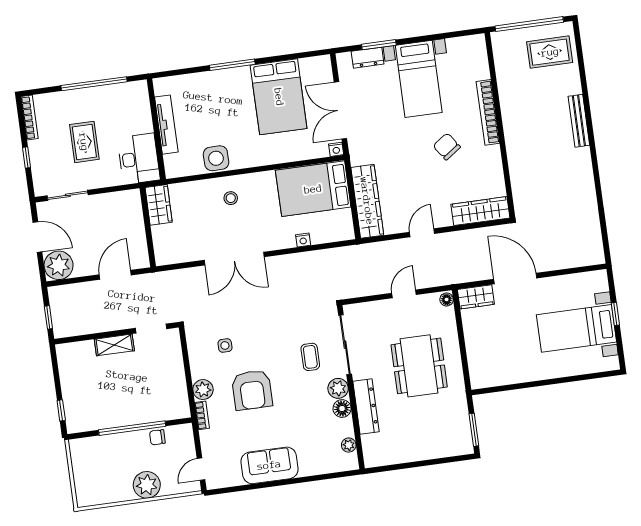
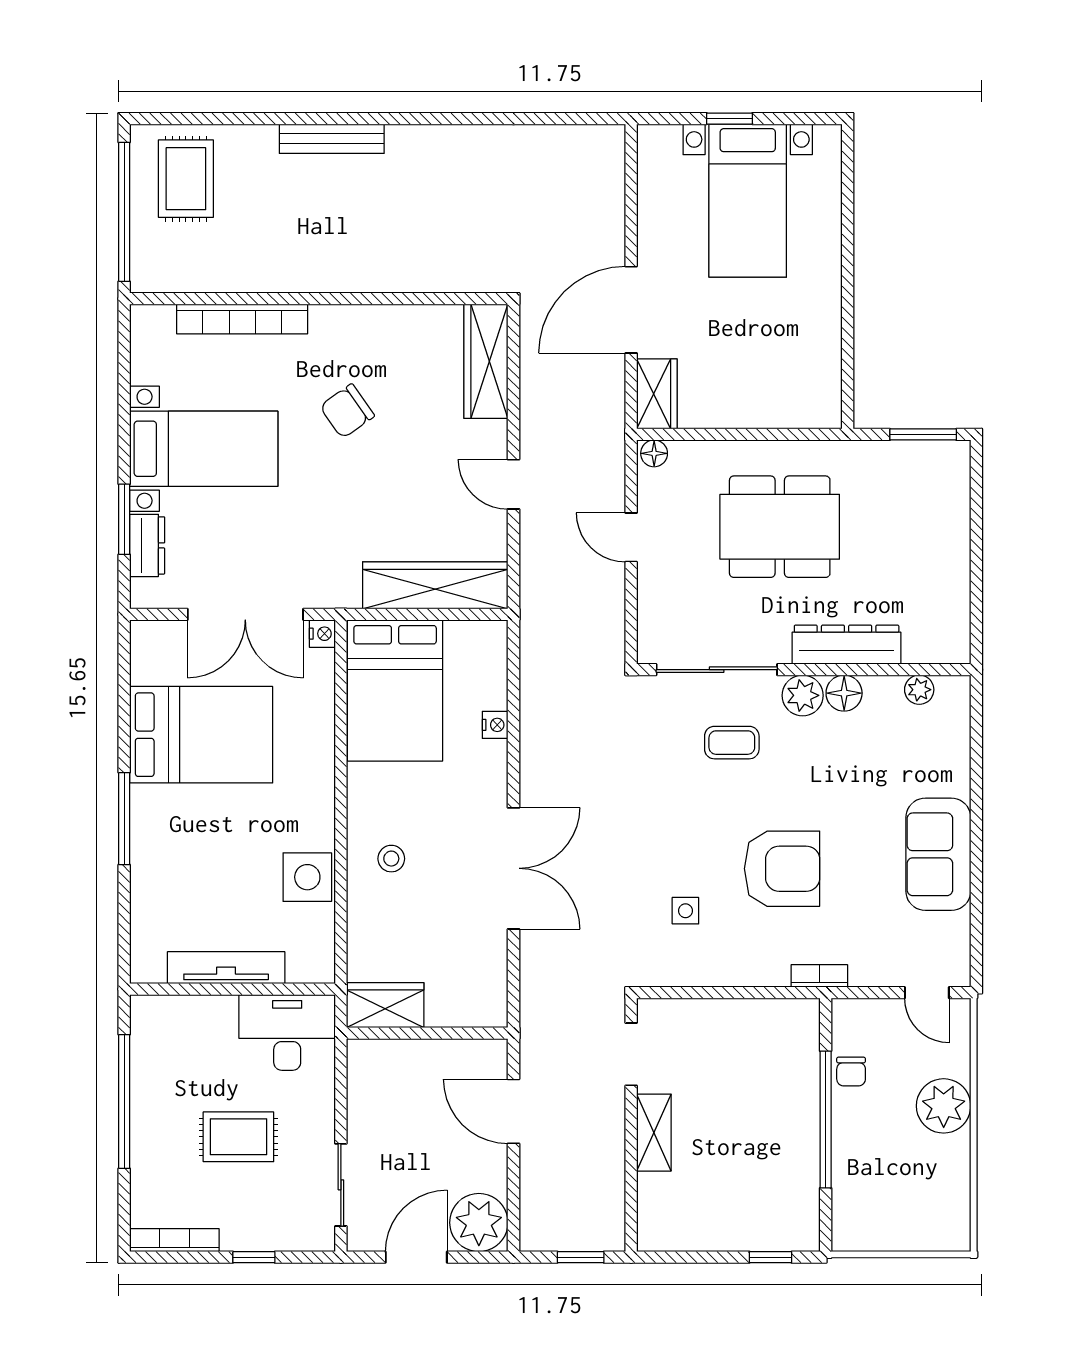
bookcase: (488, 112) -> (242, 319), moved
plant: (203, 390) -> (768, 967), removed

